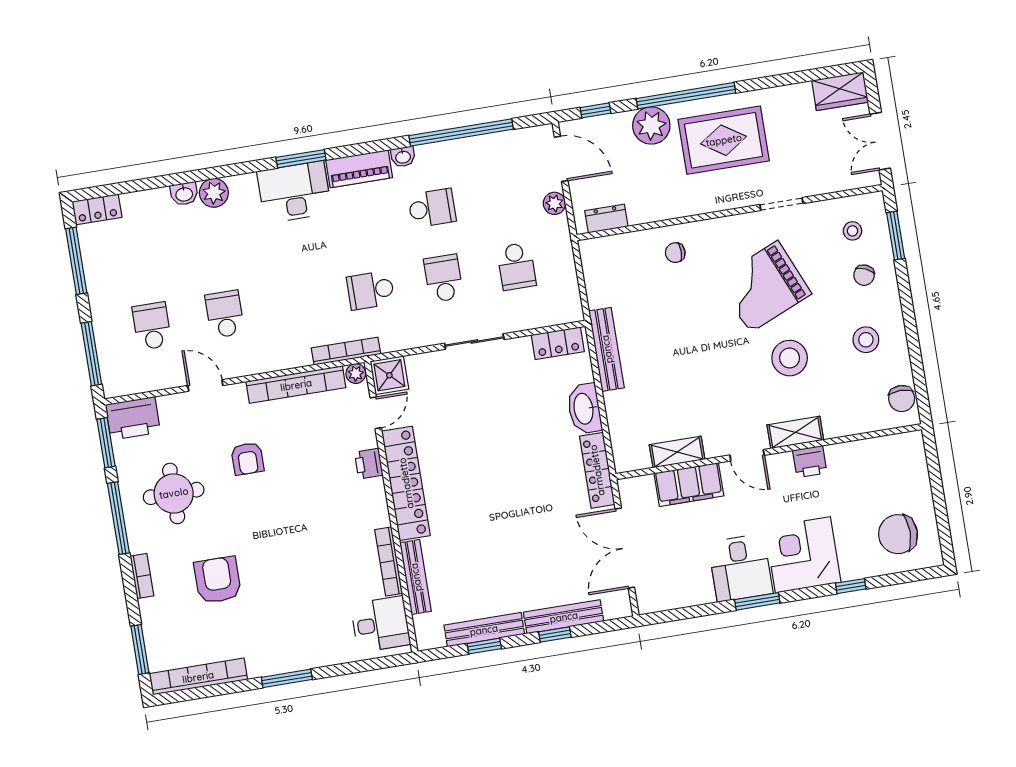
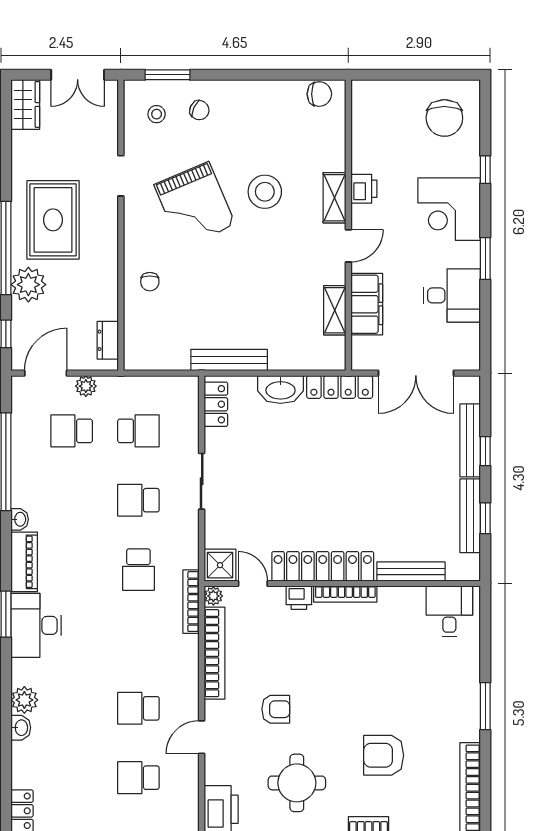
school desk: (432, 208) -> (72, 431), moved, turned -90
stool: (866, 340) -> (259, 118), removed
bookcase: (389, 561) -> (345, 594), moved
desk: (740, 568) -> (452, 295), moved

